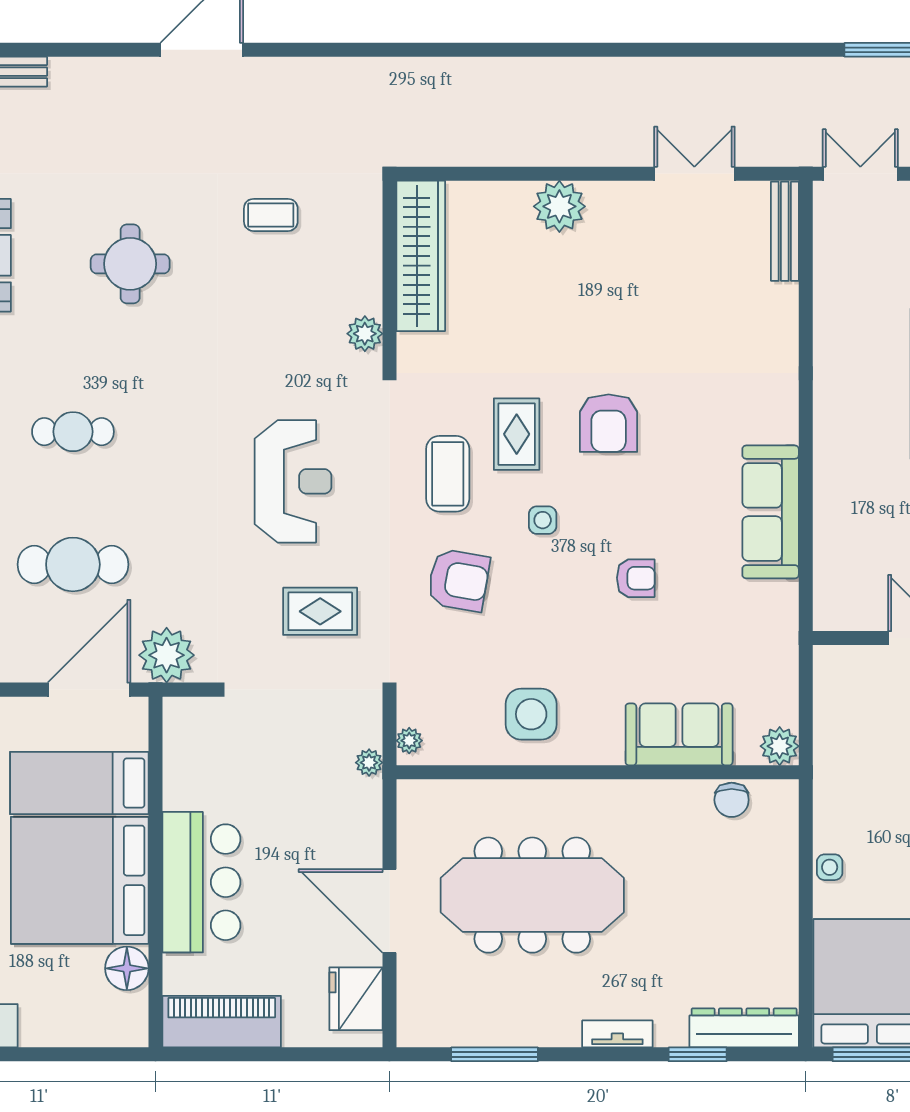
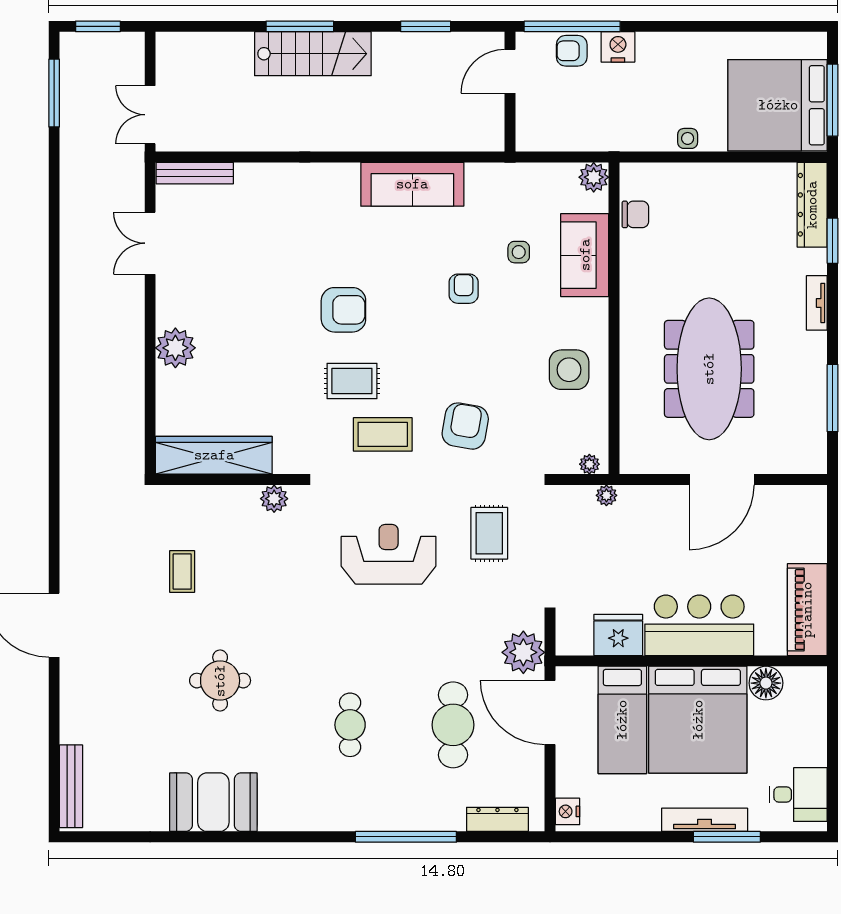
side table: (543, 520) -> (519, 252), moved
fridge: (356, 999) -> (618, 635), moved, turned 180

